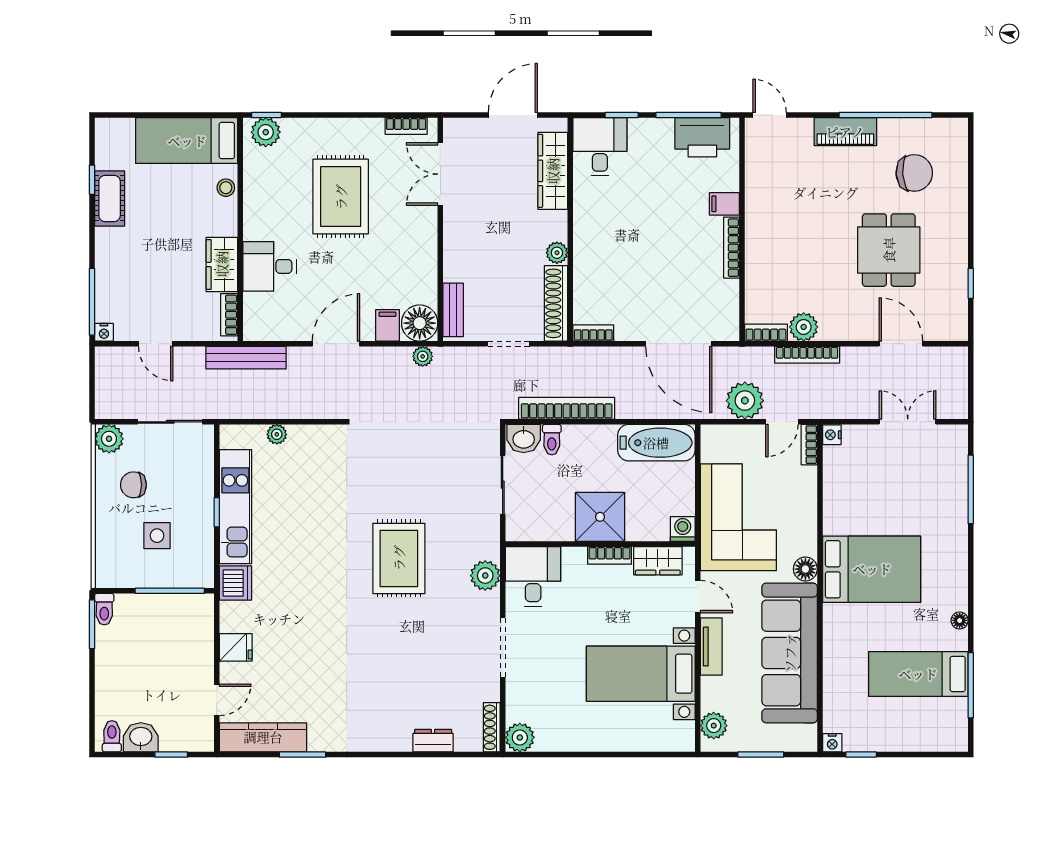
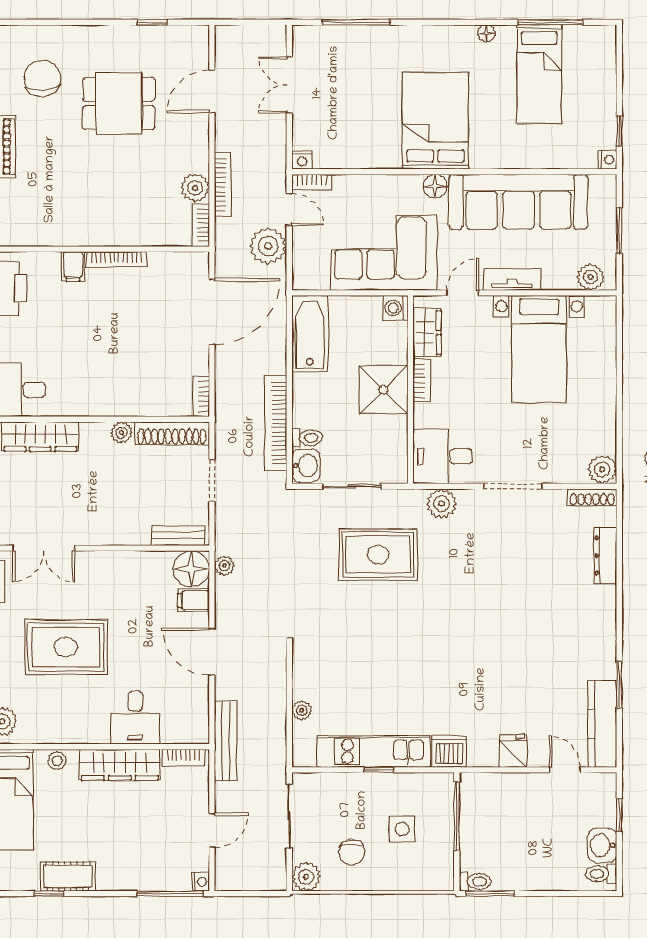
wardrobe: (222, 264) -> (120, 765), width x1.50
rug: (399, 558) -> (378, 555), moved
dresser: (433, 741) -> (605, 555), width x1.44

